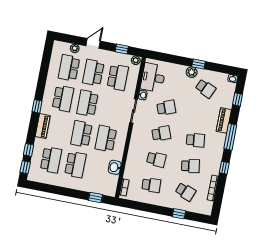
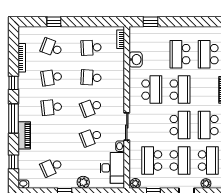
plant: (192, 72) -> (83, 182), moved
school desk: (205, 89) -> (52, 167), turned -48

